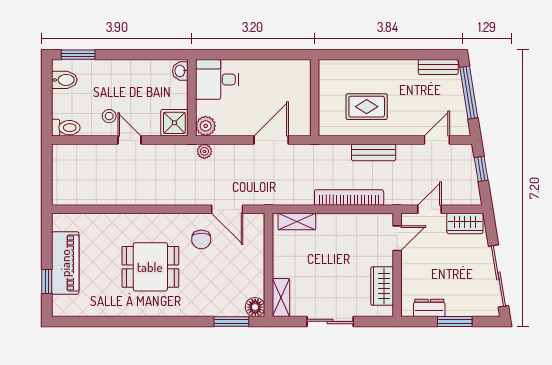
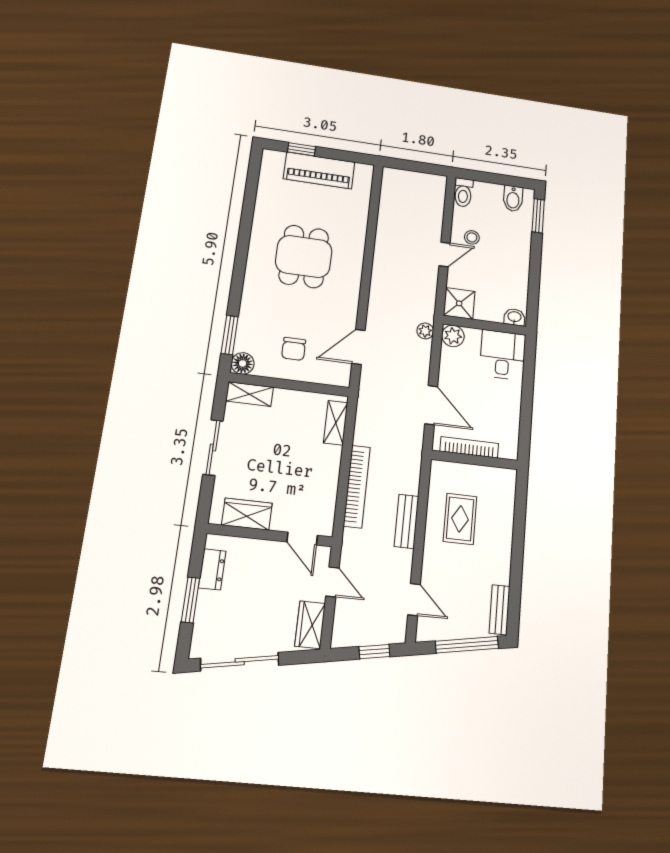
bookcase: (304, 103) -> (469, 447), added
chair: (201, 239) -> (294, 349), moved, turned -90

